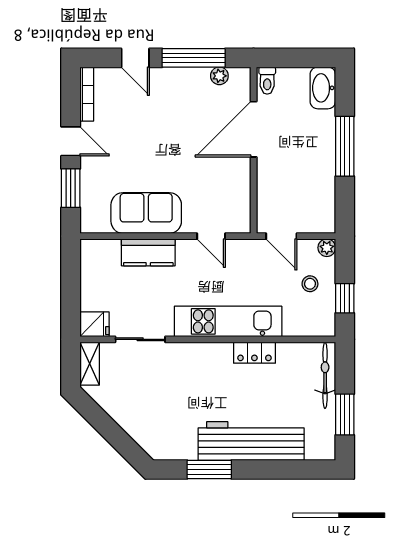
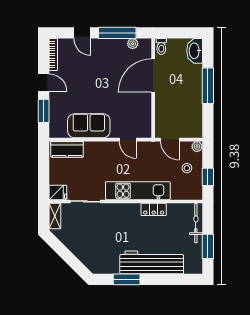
kitchen counter: (148, 252) -> (67, 149), moved

